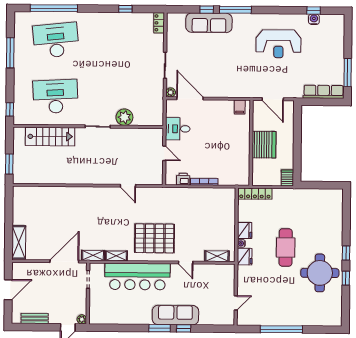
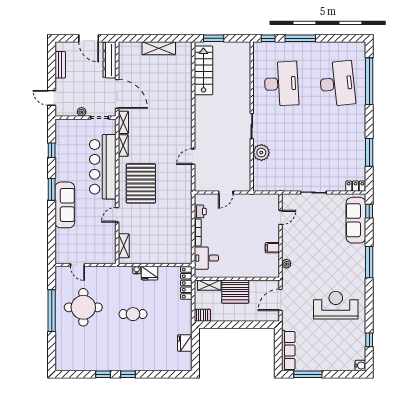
window: (125, 9) -> (369, 152), width x2.17
window: (207, 10) -> (369, 211), moved
water cooler: (314, 19) -> (360, 366), moved
sofa: (209, 23) -> (356, 220), moved
reception desk: (278, 44) -> (336, 305), turned 90
window: (10, 53) -> (300, 38), moved
plant: (171, 92) -> (286, 264), moved
door: (190, 98) -> (281, 218), width x0.53
filing cabinet: (240, 107) -> (272, 248), moved
desk: (178, 129) -> (206, 258), moved, turned -90
stairs: (50, 137) -> (203, 70), moved, turned 180
shelving: (257, 171) -> (209, 285), added
shelving: (19, 242) -> (159, 48), moved
cafe table: (286, 247) -> (133, 314), width x0.73, depth x0.74
fridge: (245, 257) -> (185, 343), moved, turned 90
dresser: (30, 269) -> (110, 60), added
round table: (320, 273) -> (83, 307), moved
plant: (82, 319) -> (82, 112), moved
window: (184, 328) -> (52, 150), moved

